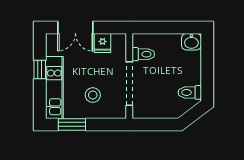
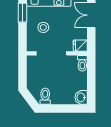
fridge: (103, 43) -> (80, 46), moved
toilet: (143, 54) -> (82, 63), moved

